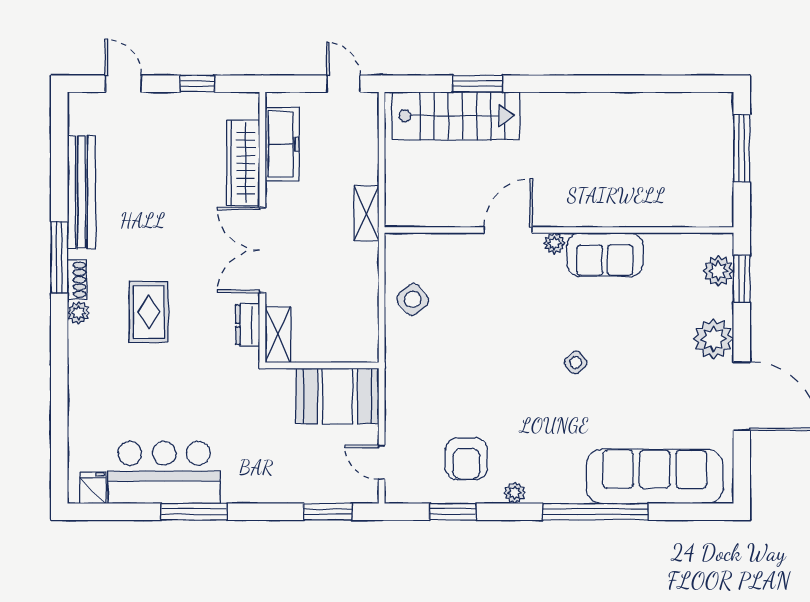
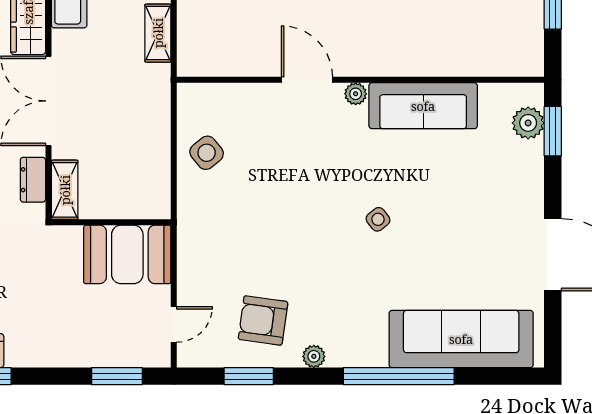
shelving: (366, 213) -> (158, 33), moved
door: (508, 230) -> (307, 80), hinge flipped
sofa: (605, 255) -> (423, 106), width x1.36
plant: (713, 339) -> (523, 194), removed
armchair: (466, 459) -> (263, 320), turned 98
door: (382, 462) -> (174, 324), swing flipped

